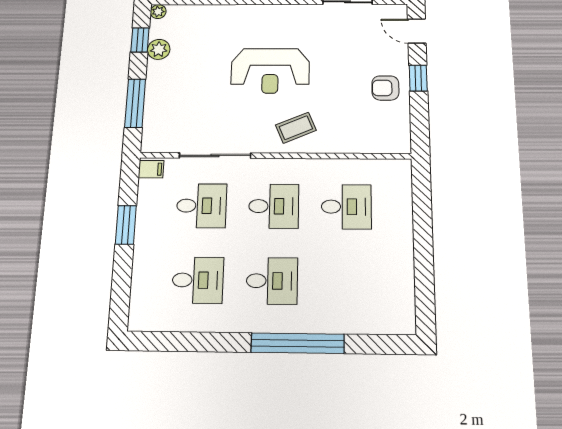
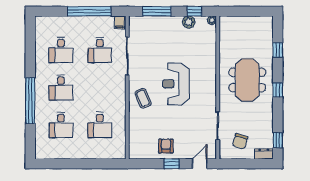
desk: (274, 206) -> (61, 125), moved
window: (126, 225) -> (89, 11), width x2.11

